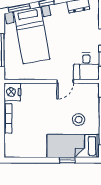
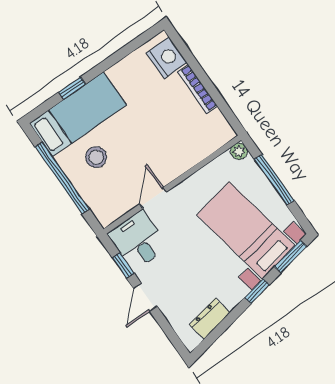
plant: (9, 75) -> (239, 151), added
nightstand: (12, 92) -> (167, 58), moved

